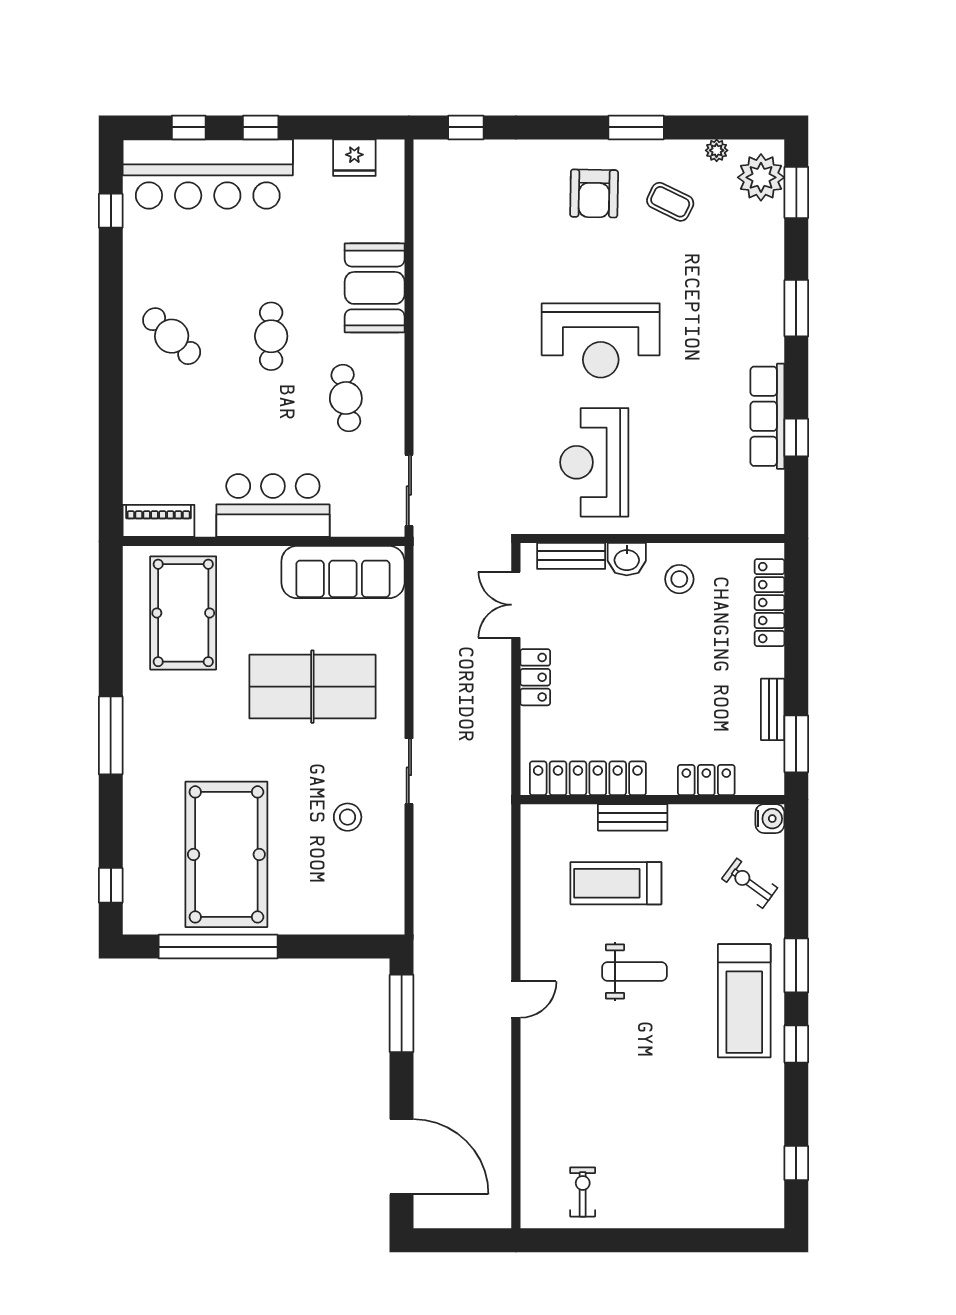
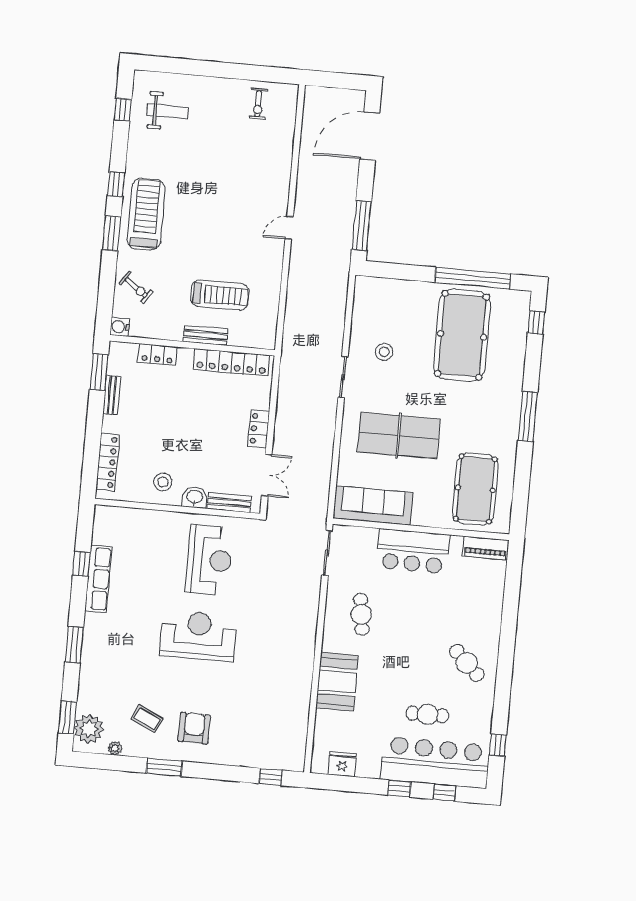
cafe table: (271, 336) -> (427, 714), moved, turned 90
weight bench: (634, 972) -> (167, 111), moved, turned 180
door: (402, 1157) -> (370, 136), hinge flipped

